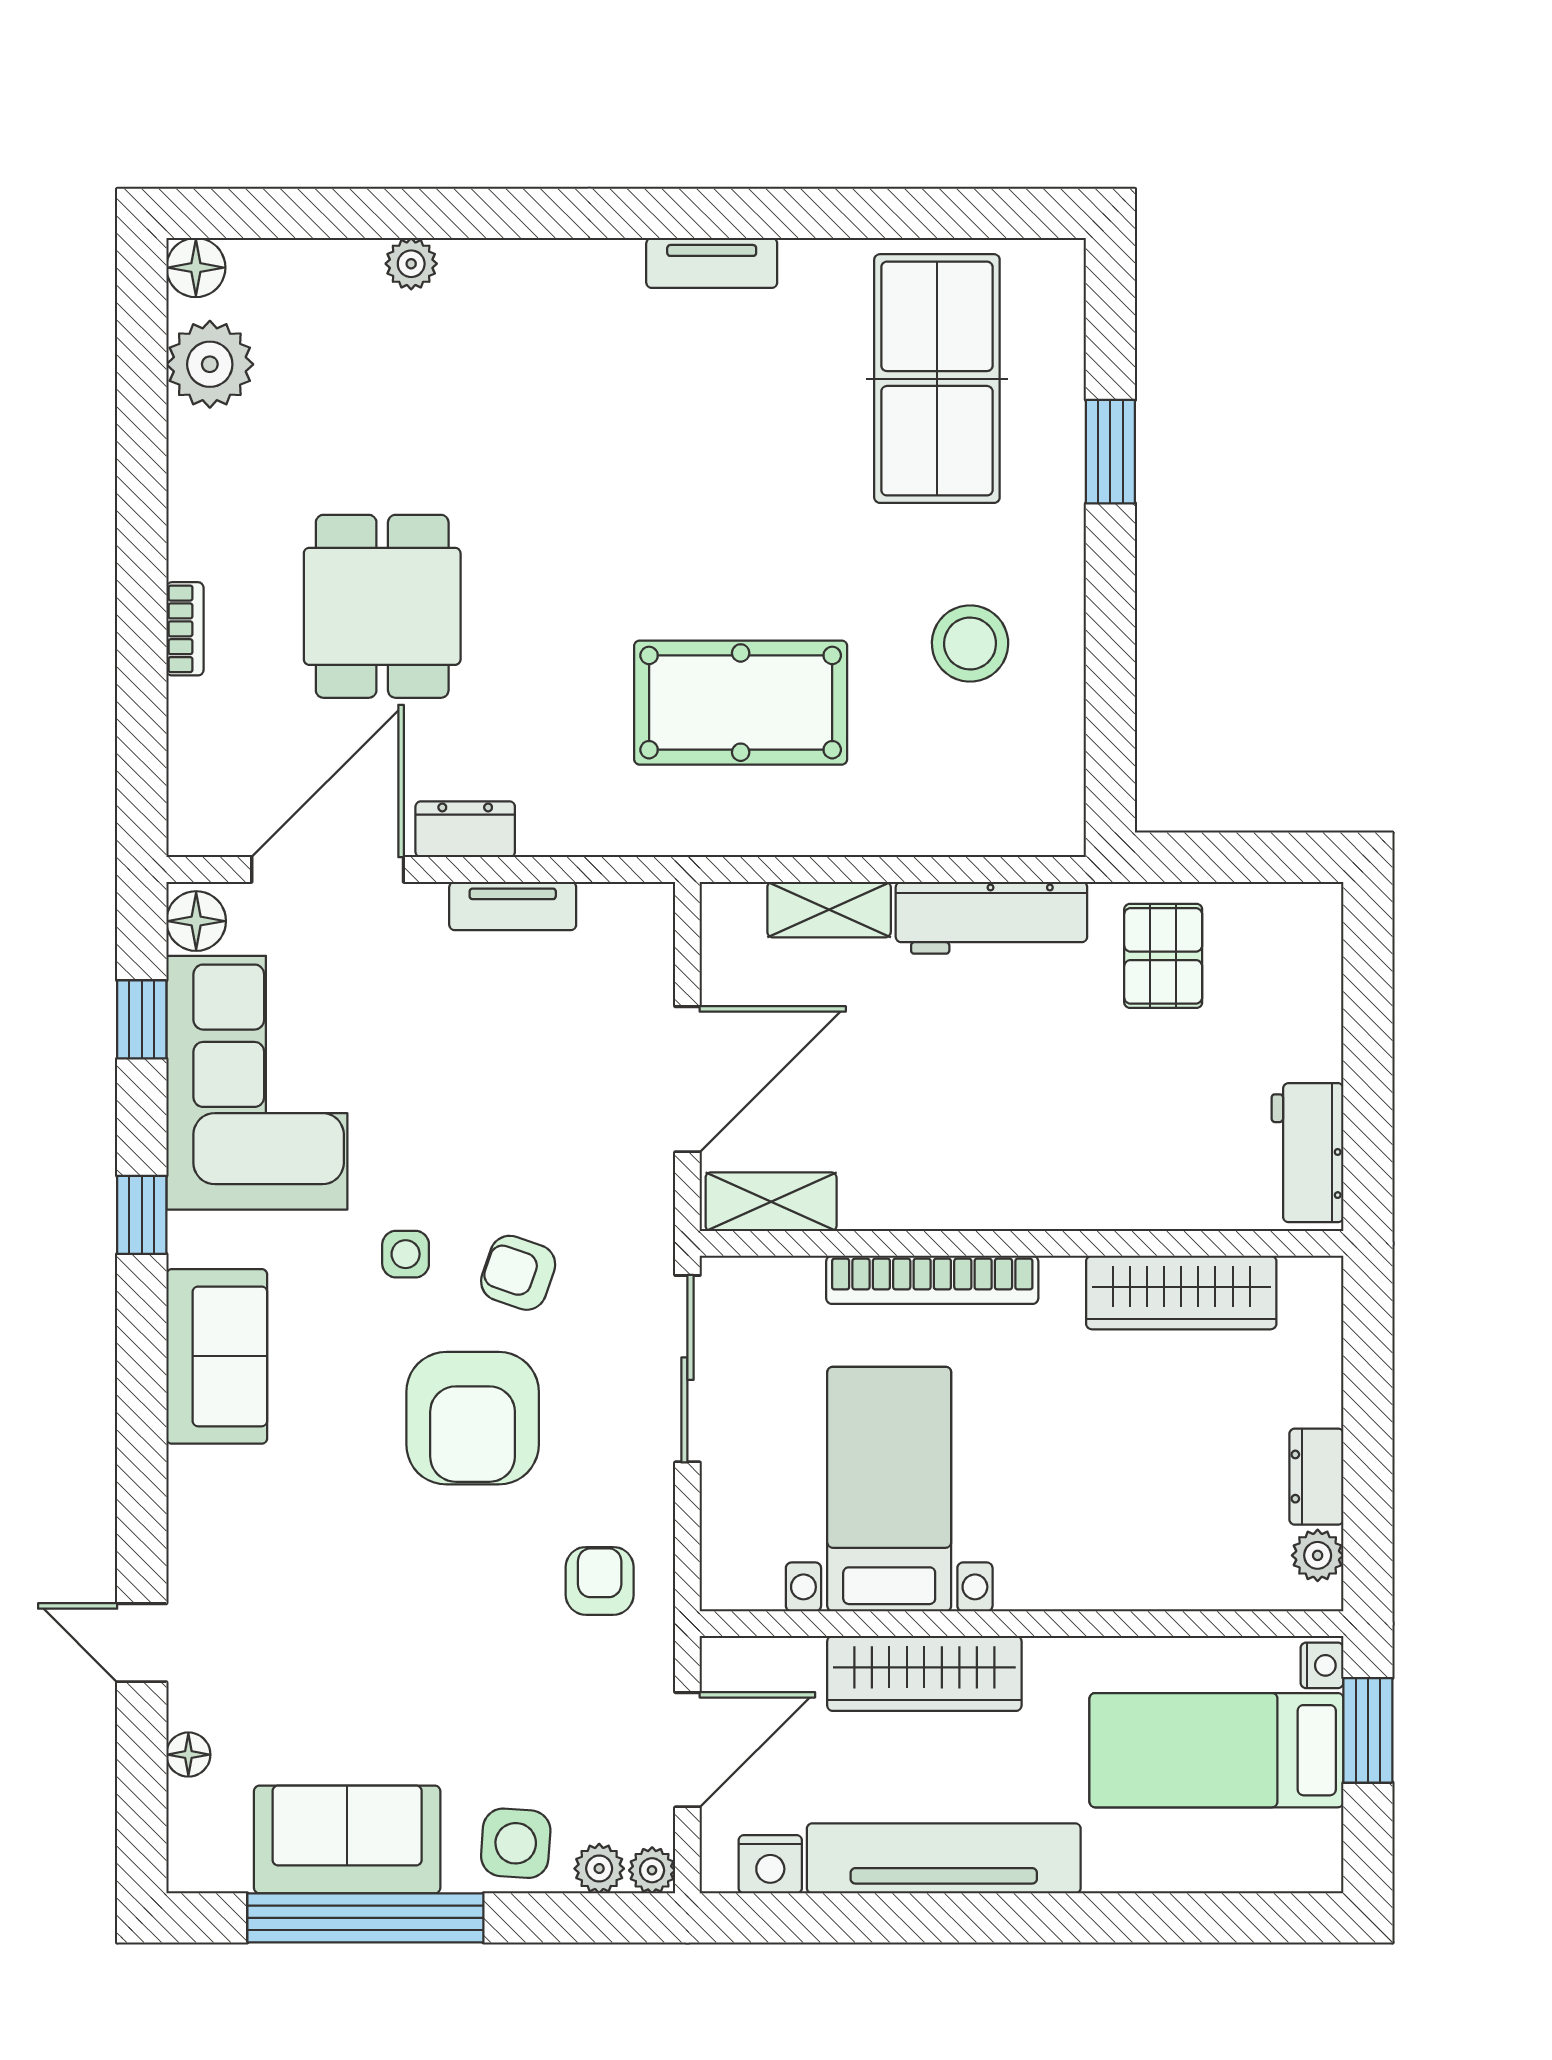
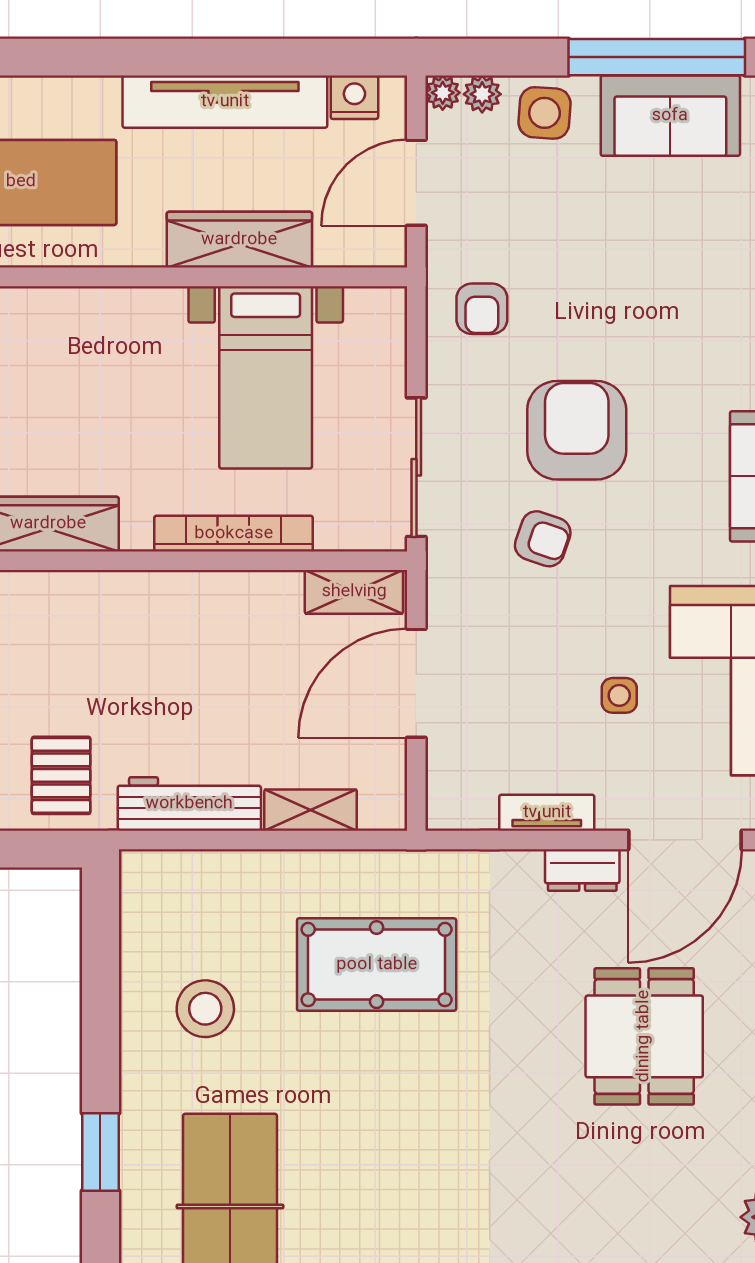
side table: (406, 1254) -> (619, 695), moved

